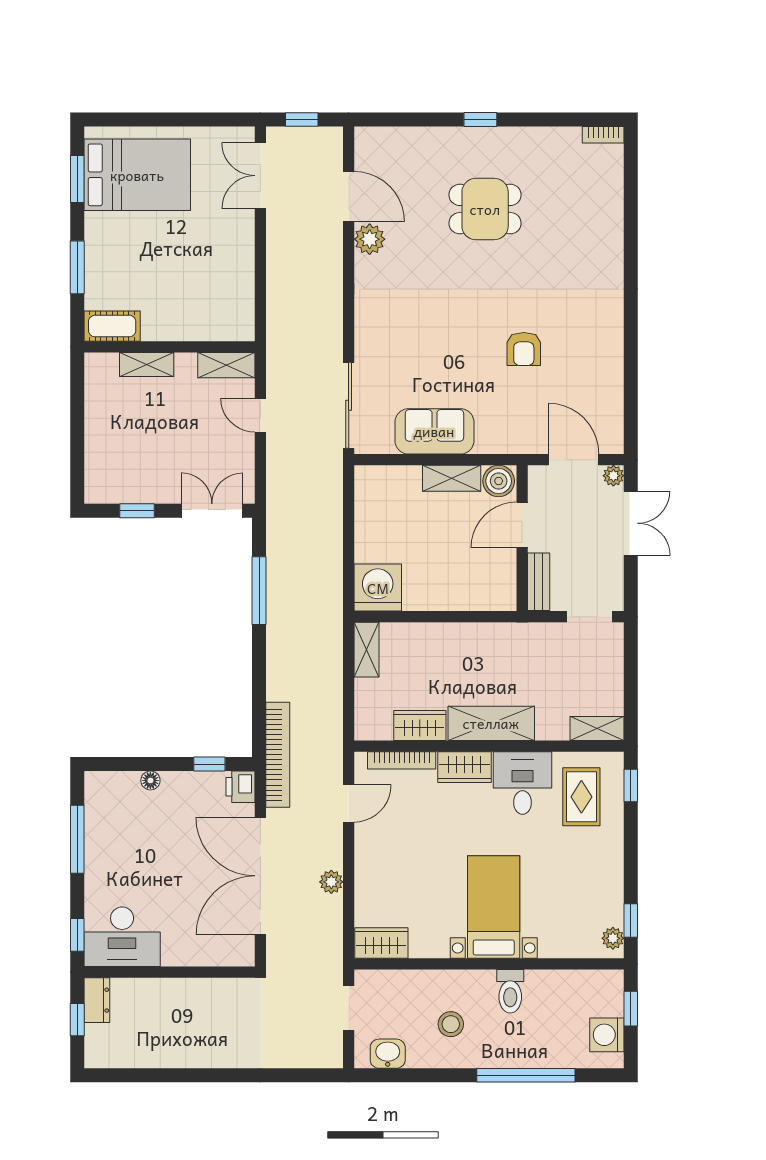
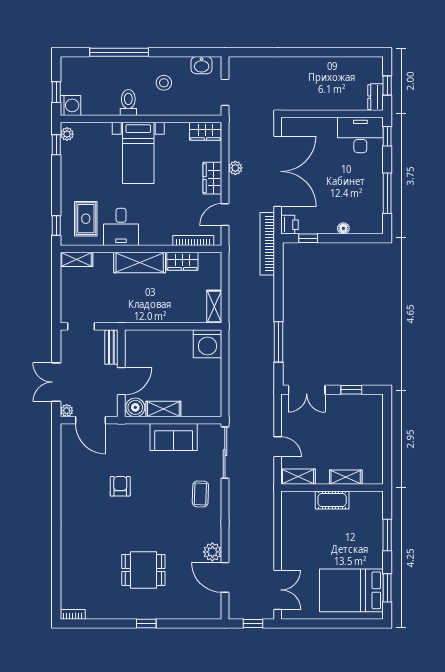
cot: (112, 326) -> (332, 500), moved
coffee table: (390, 336) -> (200, 494), added
wardrobe: (464, 767) -> (212, 178), moved, turned -90
washing machine: (607, 1035) -> (71, 105), moved

